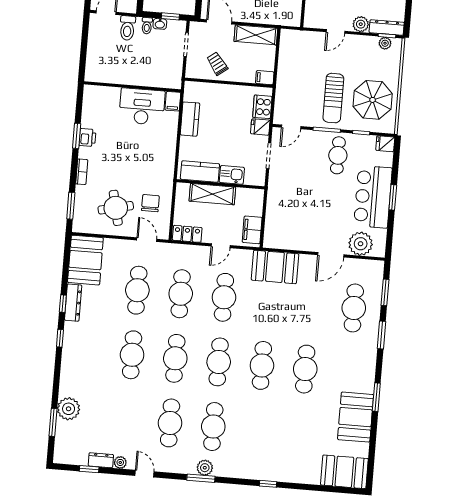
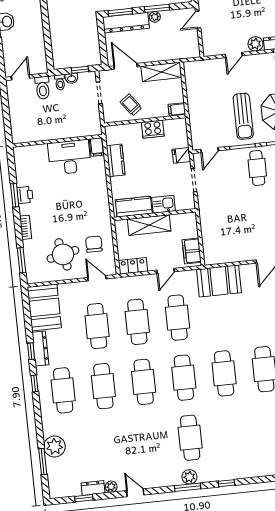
cooker: (262, 107) -> (153, 129), moved, turned -90
cafe table: (170, 423) -> (63, 390), moved
window: (268, 484) -> (226, 483), moved

